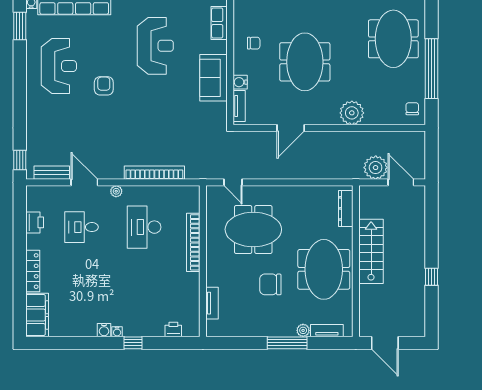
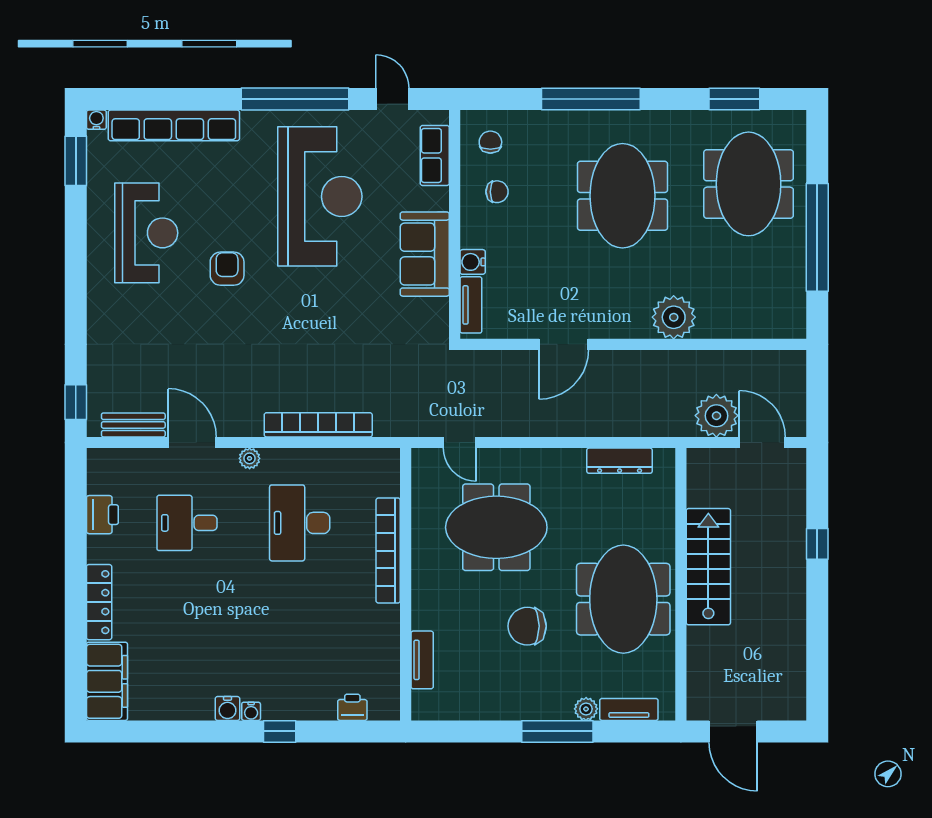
reception desk: (155, 46) -> (320, 196), width x1.36, depth x1.30
meeting table: (305, 62) -> (622, 196), moved
chair: (412, 109) -> (490, 142), moved
dresser: (346, 208) -> (620, 461), moved, turned -90
window: (431, 277) -> (817, 544), moved

